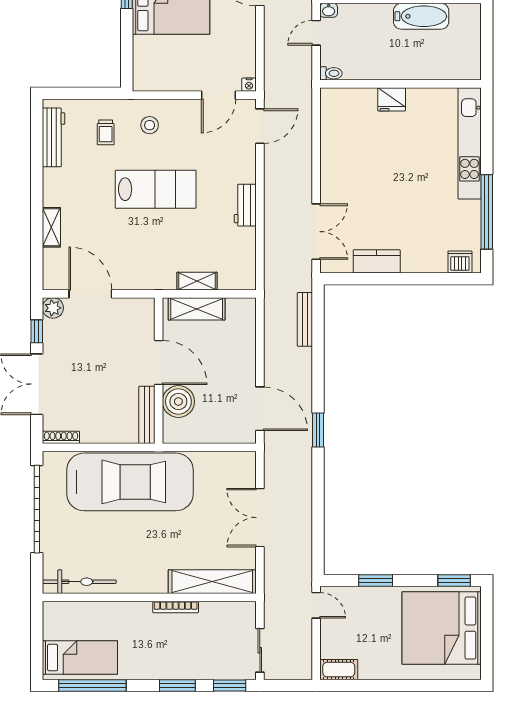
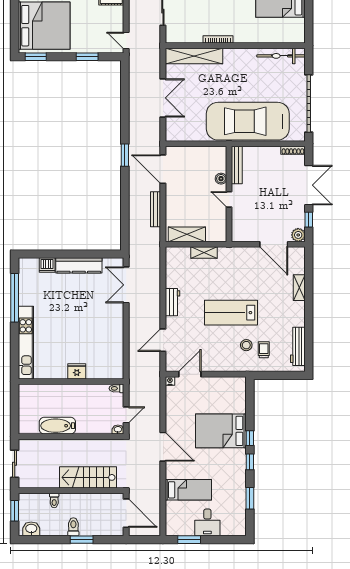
stool: (150, 125) -> (246, 345), moved
door: (260, 126) -> (163, 340), moved
kitchen counter: (377, 261) -> (79, 265), width x1.50
dishwasher: (460, 262) -> (47, 265), moved
shelving: (197, 309) -> (187, 234), moved
bench: (305, 319) -> (155, 209), moved
door: (159, 362) -> (229, 199), width x0.53
boiler: (178, 401) -> (221, 179), width x0.54, depth x0.54

